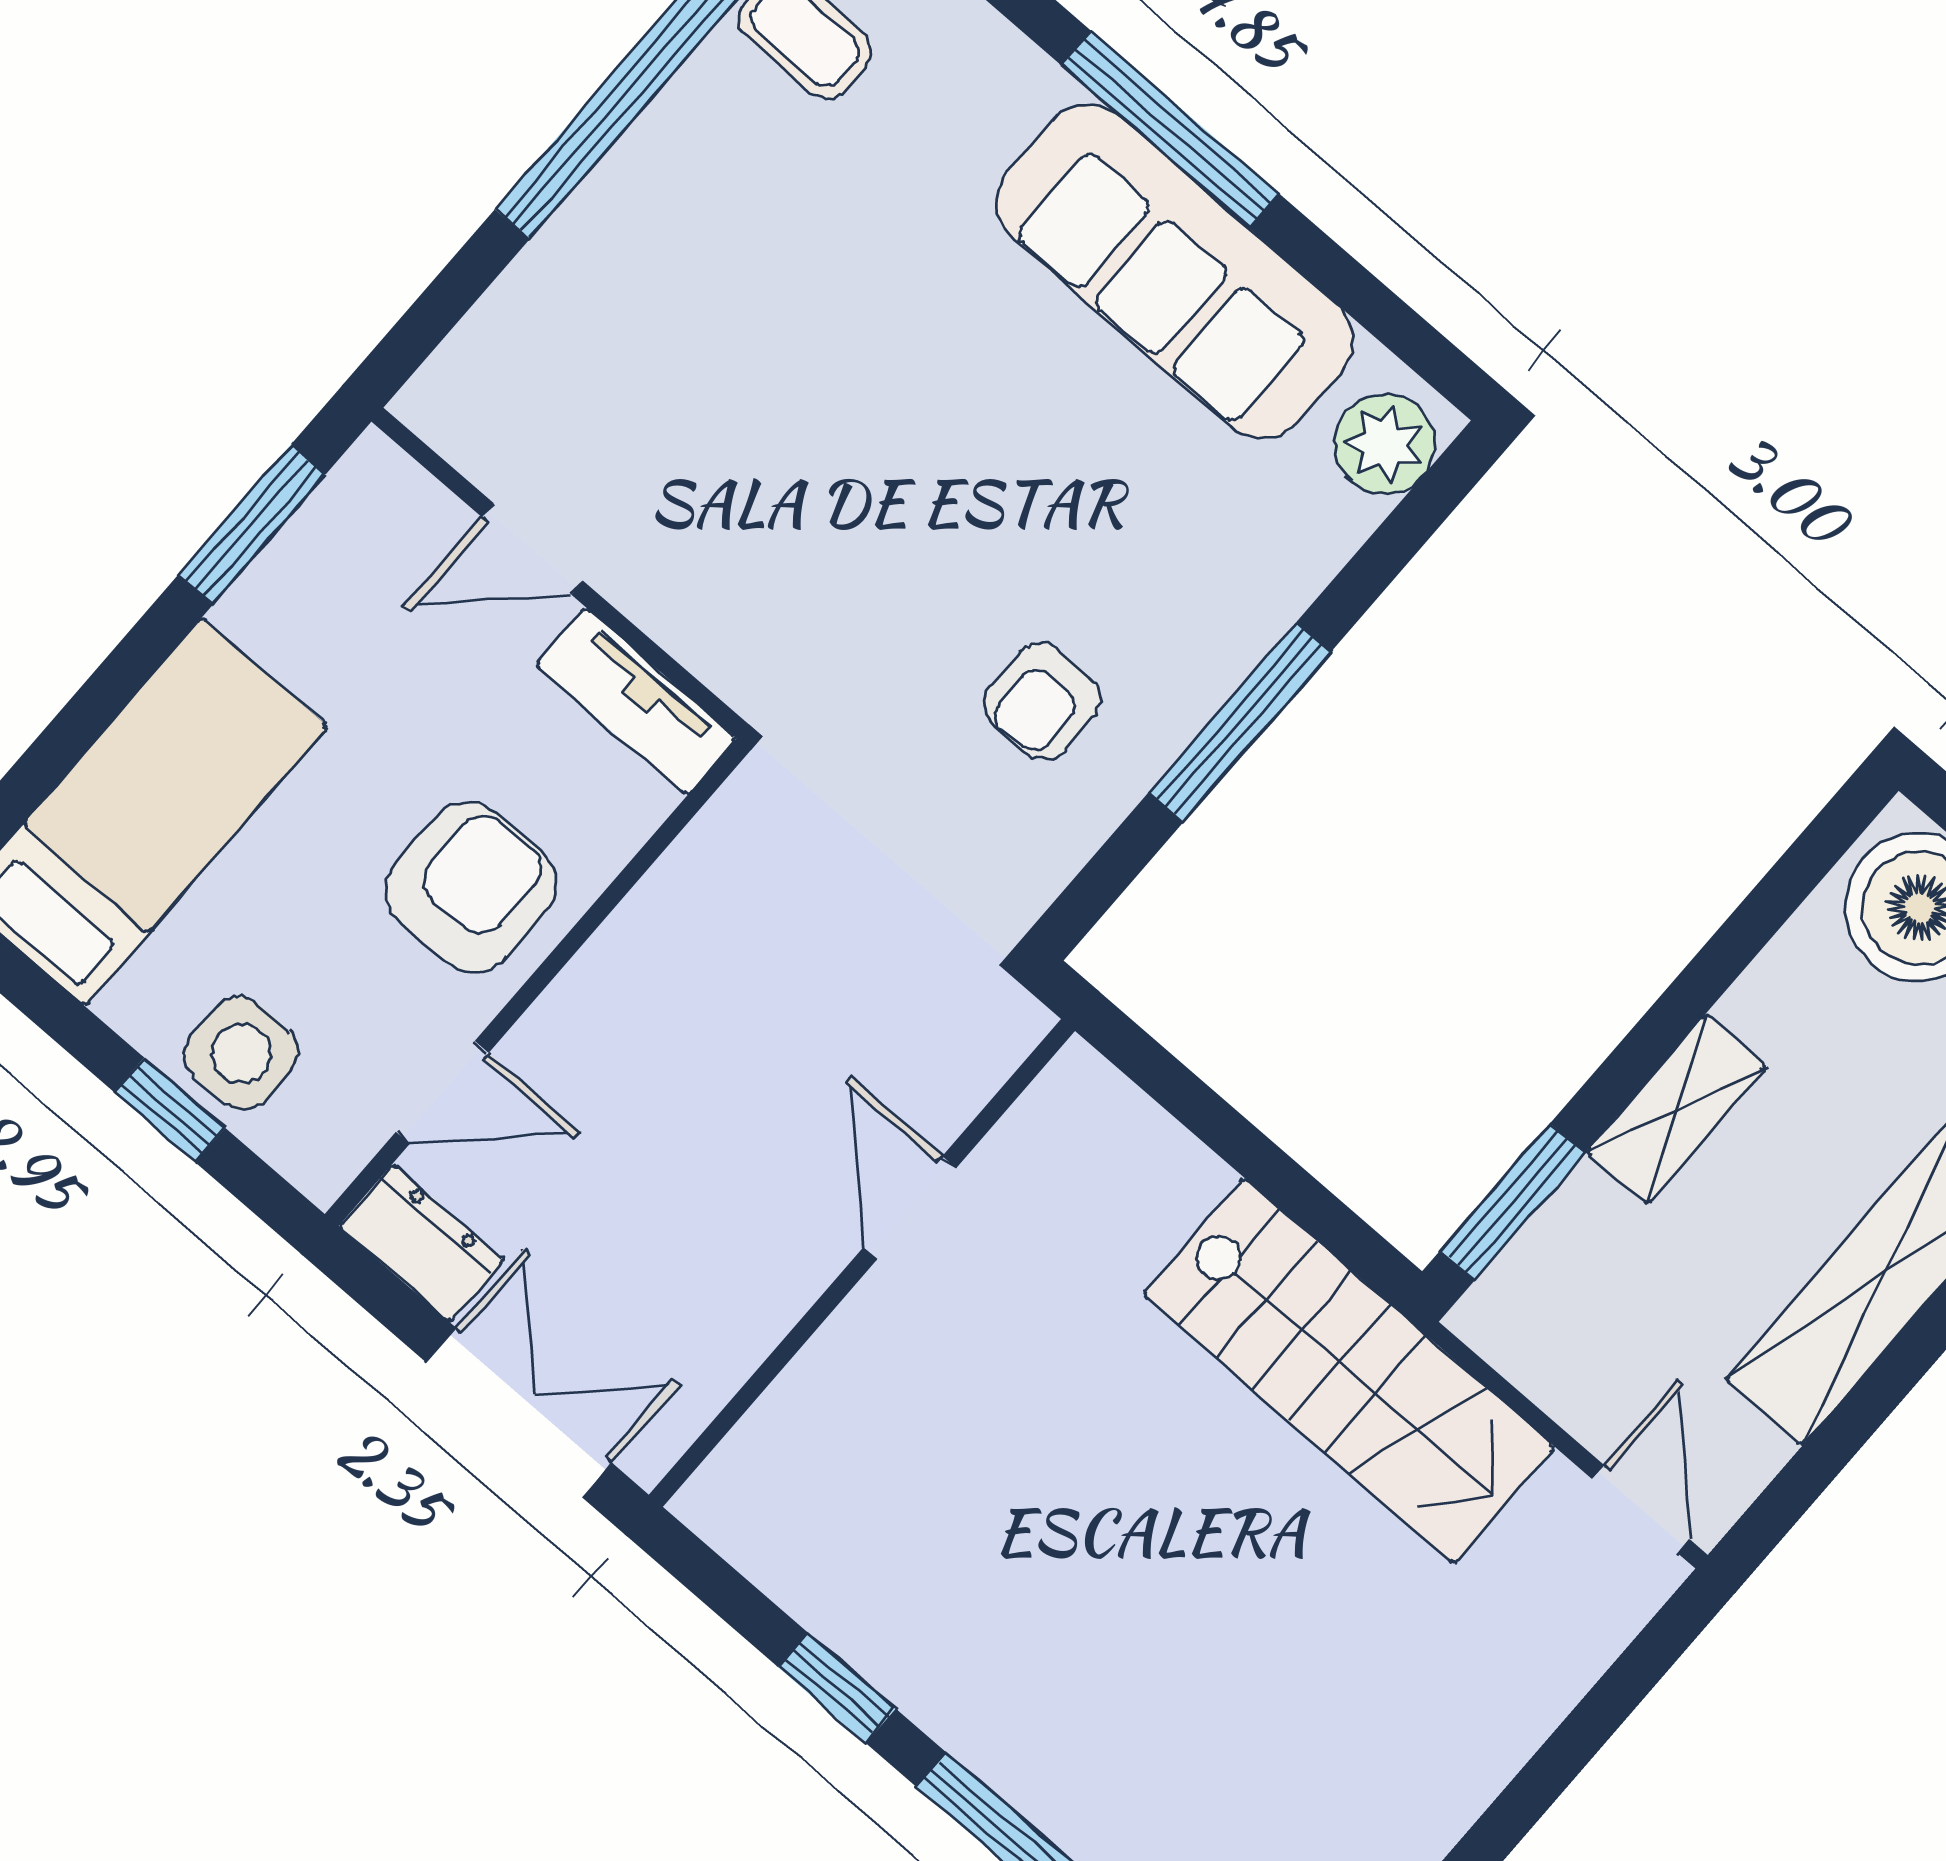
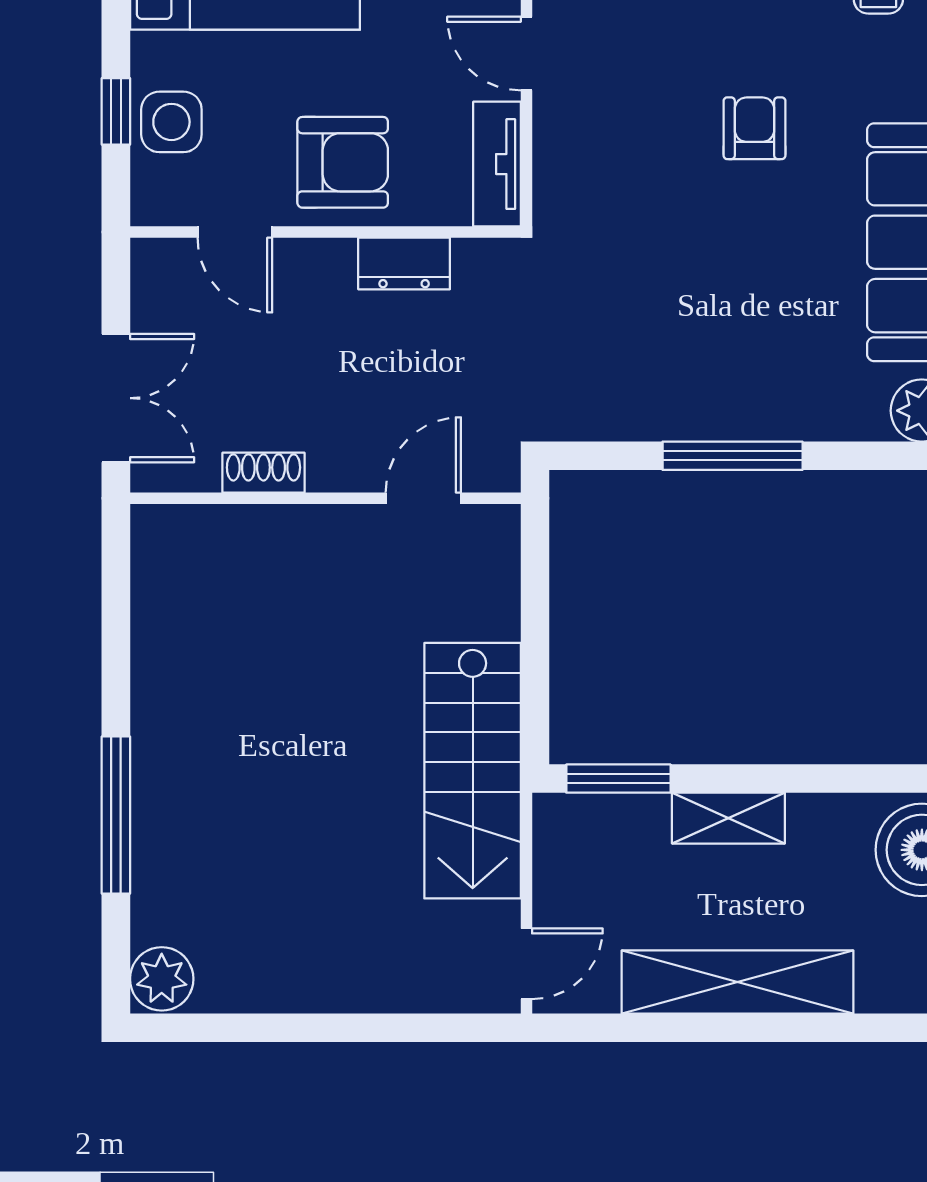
armchair: (1042, 701) -> (754, 128), moved, turned 90
door: (909, 1208) -> (423, 498), moved
dresser: (422, 1243) -> (404, 264), moved, turned 90
shoe rack: (765, 1311) -> (263, 473), added
window: (837, 1688) -> (116, 659), removed

